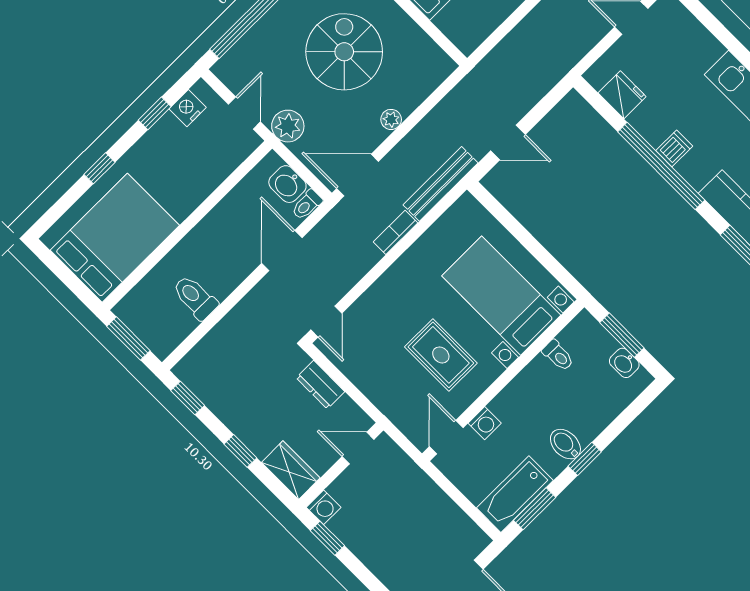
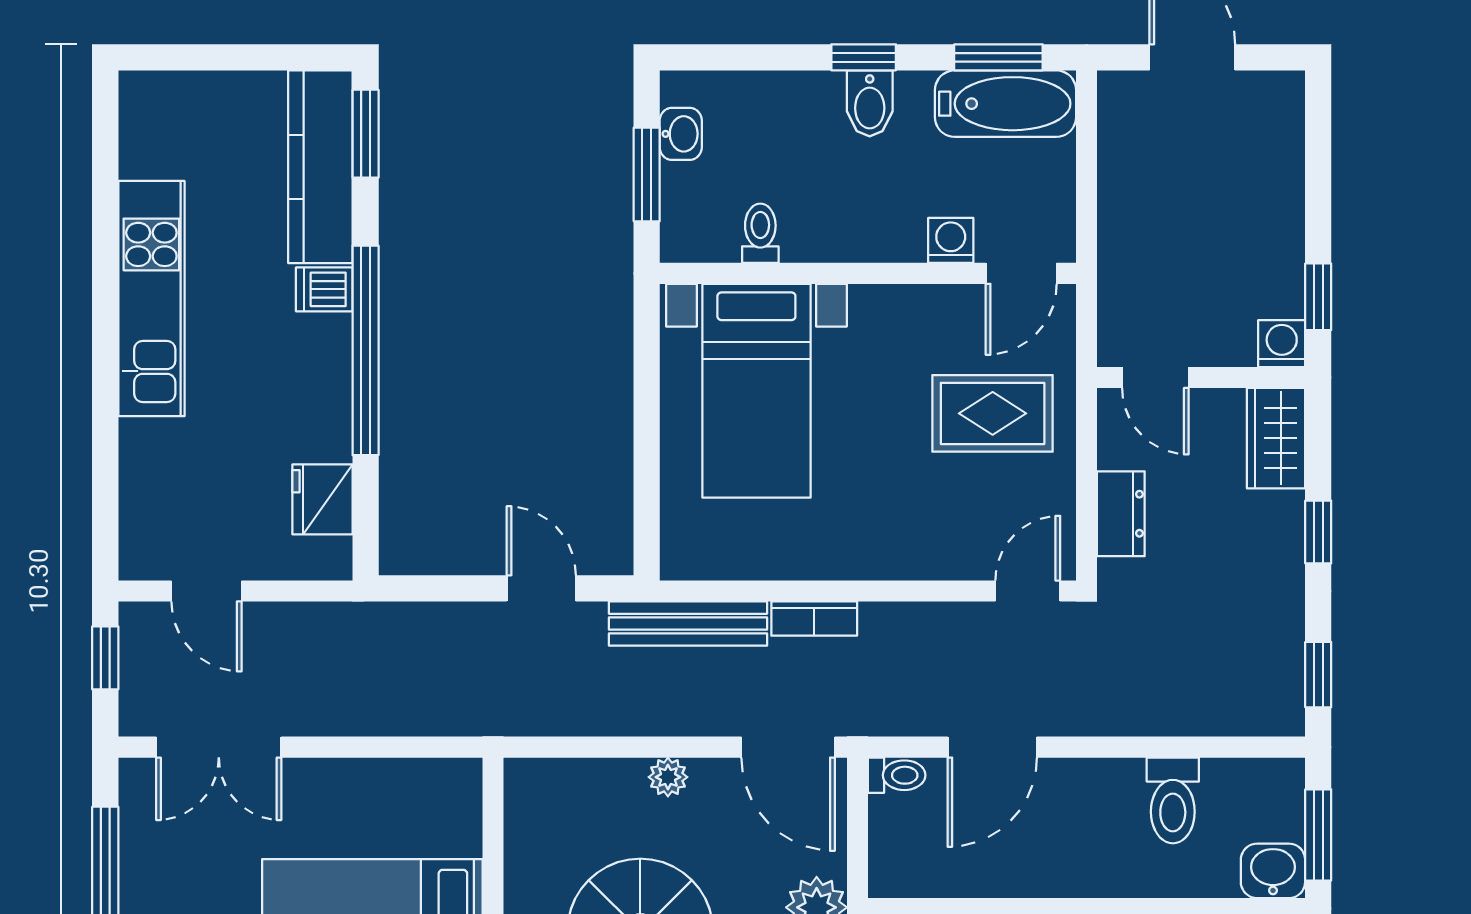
dishwasher: (674, 148) -> (324, 289), moved
washbasin: (287, 184) -> (1273, 871), moved, turned -90
rug: (441, 355) -> (993, 413), moved, turned 90

